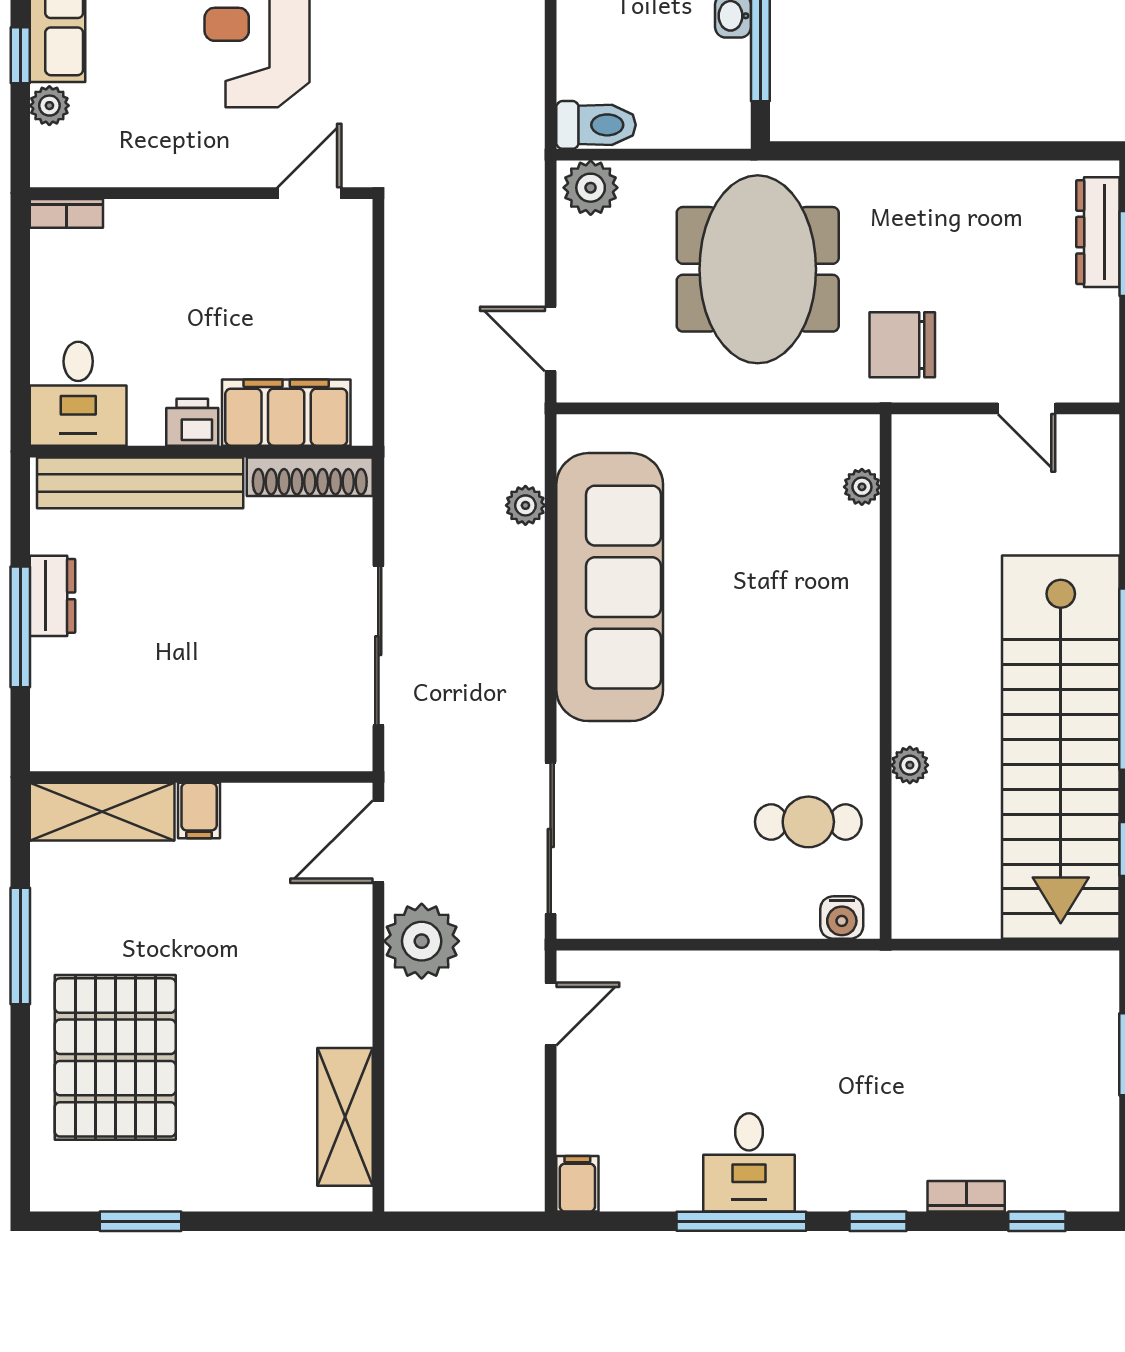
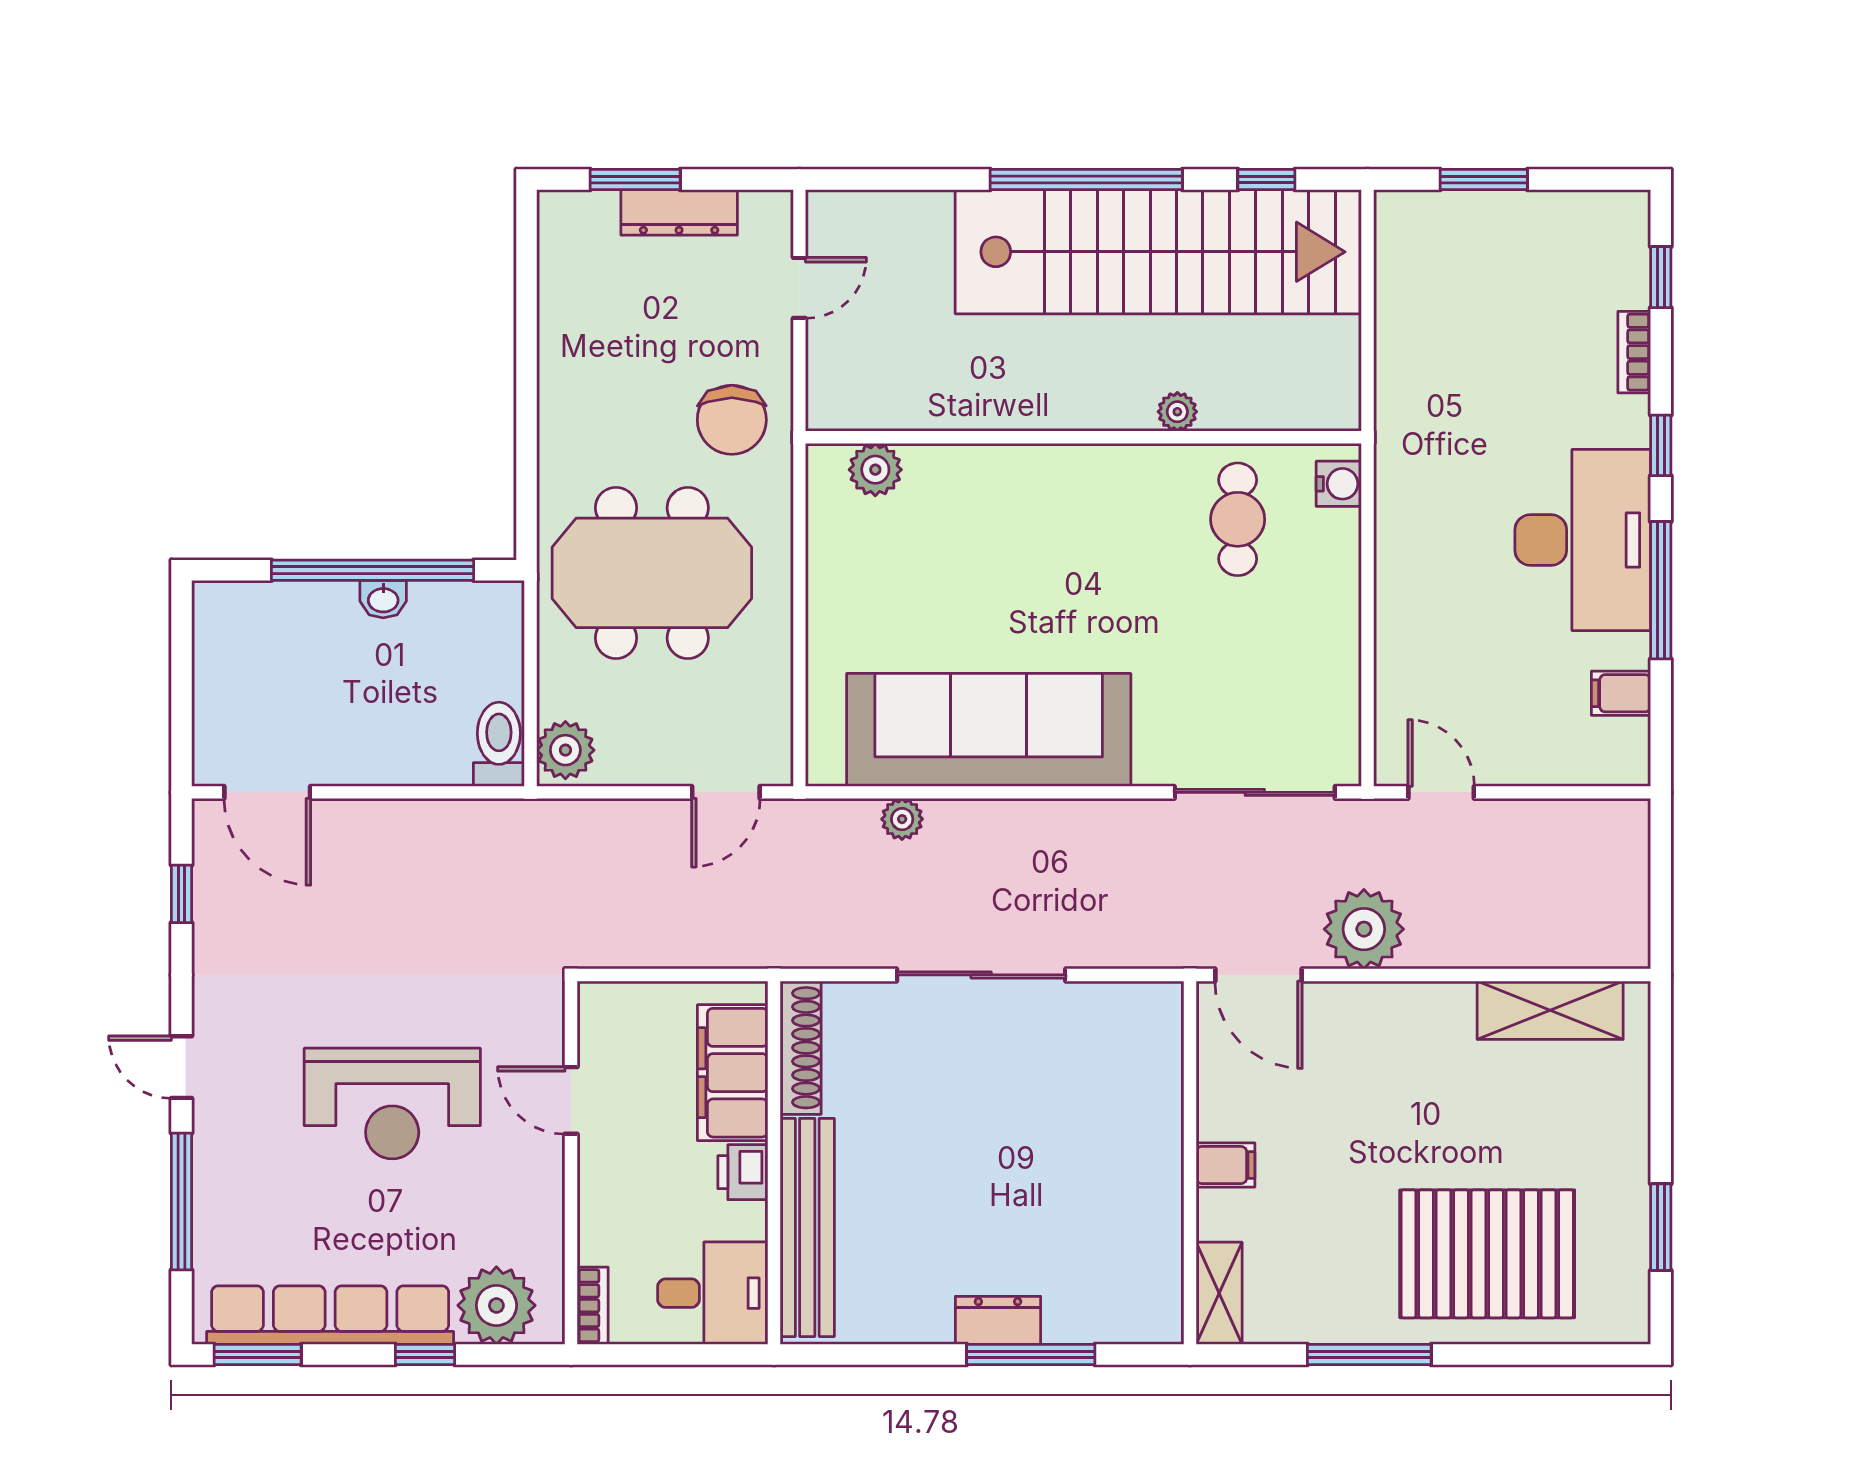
plant: (49, 106) -> (496, 1305), width x1.87, depth x1.87
door: (310, 193) -> (571, 1100), moved
dresser: (1098, 232) -> (679, 212), moved
desk: (78, 394) -> (713, 1293), moved
filing cabinet: (286, 413) -> (733, 1073), moved
printer: (192, 422) -> (743, 1172), moved
wall: (201, 452) -> (774, 1163), moved
shoe rack: (310, 477) -> (801, 1048), moved
bench: (140, 483) -> (807, 1227), moved
plant: (862, 487) -> (875, 470), width x1.38, depth x1.38
sliding door: (378, 646) -> (981, 975), moved
shelving: (102, 812) -> (1219, 1293), width x0.67, depth x0.75
desk: (749, 1162) -> (1583, 540), width x1.87, depth x1.30
filing cabinet: (577, 1184) -> (1621, 693), moved

